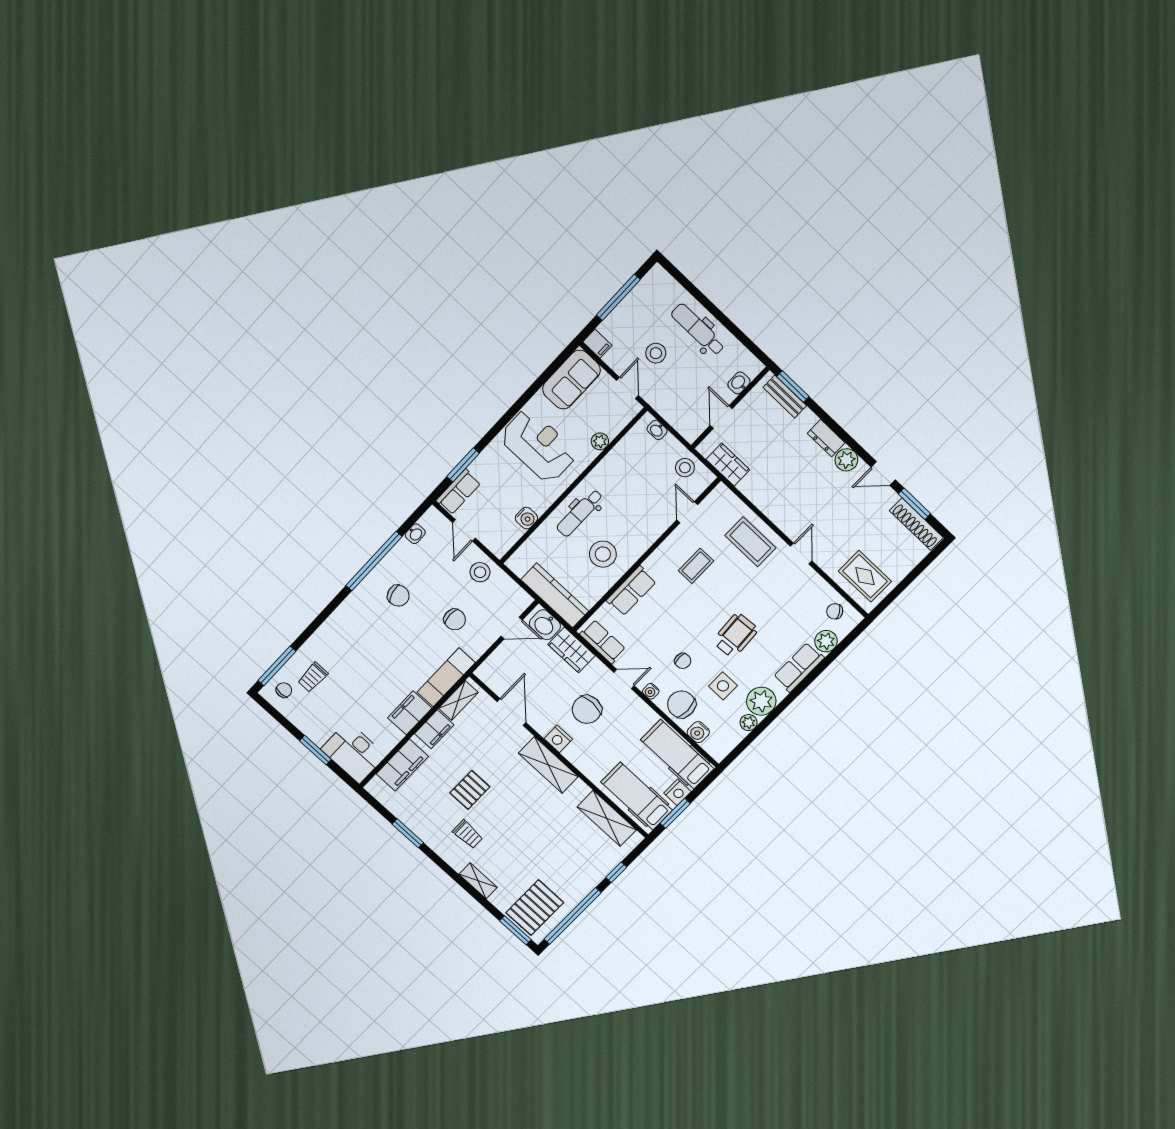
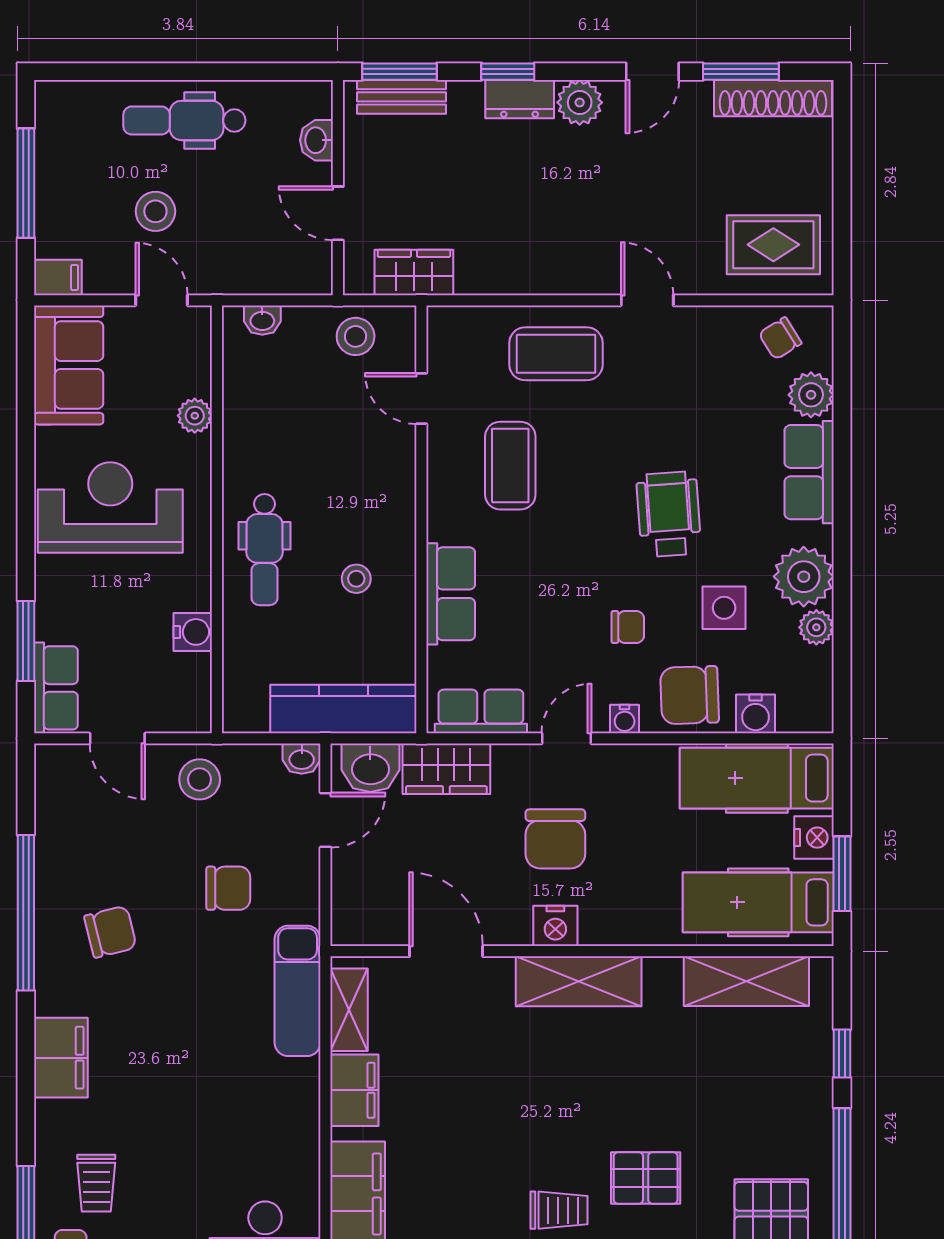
window: (832, 424) -> (508, 72), added
washbasin: (415, 534) -> (302, 759), moved, turned 90
stool: (603, 554) -> (356, 579), width x0.53, depth x0.53
coffee table: (696, 566) -> (510, 466), width x1.36, depth x1.30
filing cabinet: (410, 713) -> (61, 1058), moved, turned 180
pallet: (470, 790) -> (646, 1178), moved, turned 90

